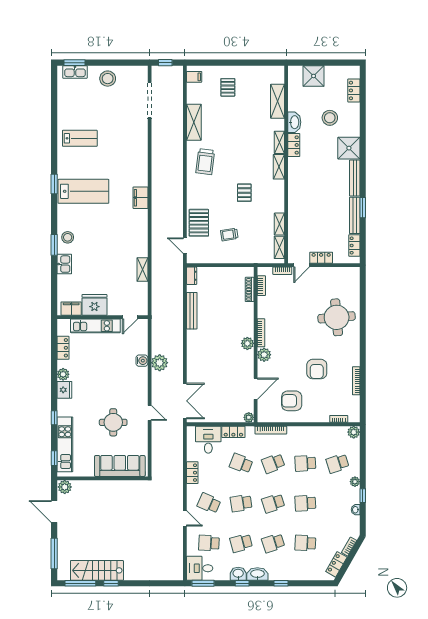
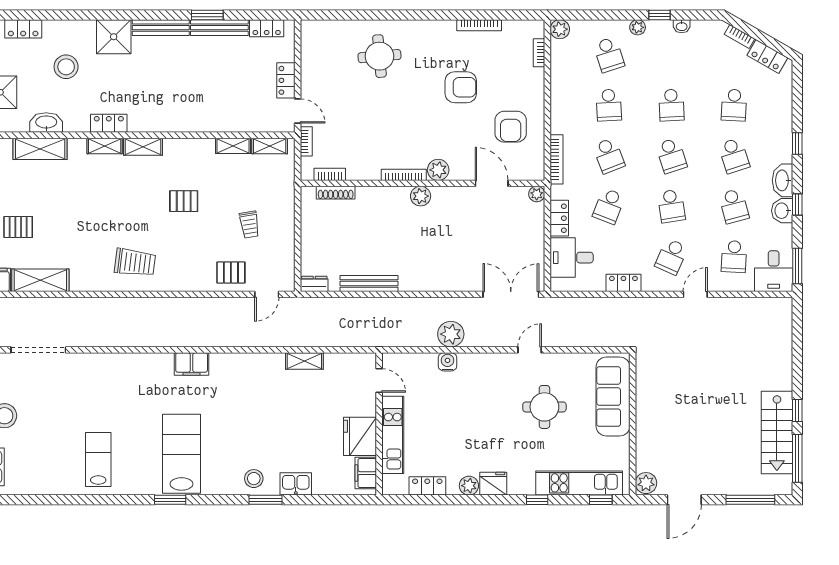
shelving: (194, 122) -> (40, 280), moved
washbasin: (294, 122) -> (46, 123), moved
pallet: (199, 223) -> (231, 272), width x0.67, depth x0.71
round table: (337, 317) -> (379, 56), width x0.73, depth x0.73

